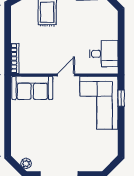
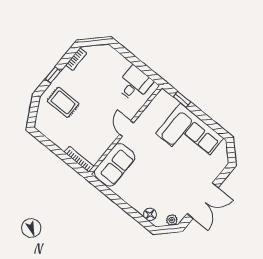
corner sofa: (99, 103) -> (190, 136), moved
floor lamp: (17, 144) -> (150, 214), added

